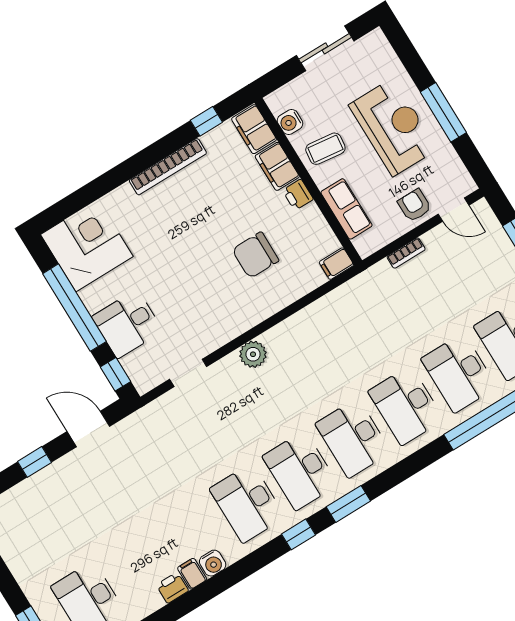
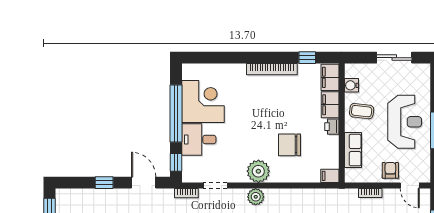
corner desk: (87, 245) -> (203, 101), moved
plant: (235, 317) -> (258, 171), added
bookcase: (155, 407) -> (186, 193), added

